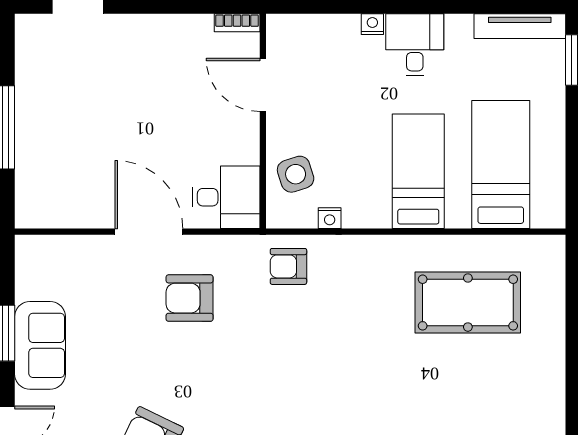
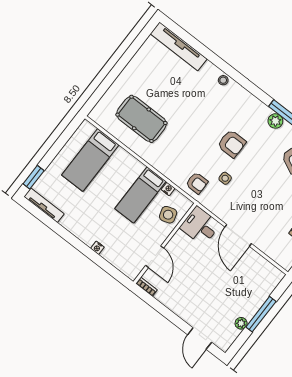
desk: (415, 45) -> (88, 228), removed
plant: (27, 85) -> (241, 323), added
bed: (418, 171) -> (140, 195), moved
armchair: (190, 298) -> (232, 144), moved
side table: (246, 312) -> (225, 178), added

